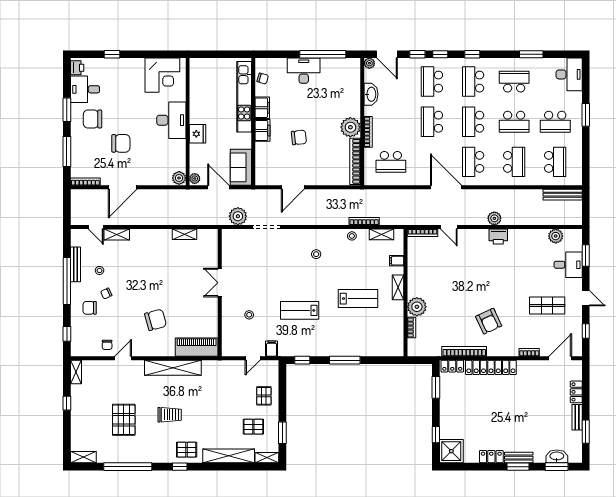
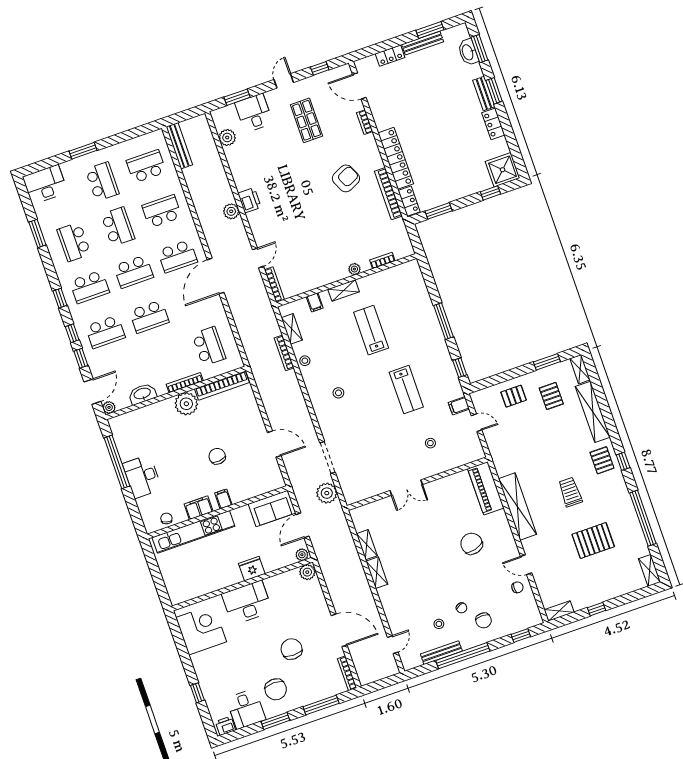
filing cabinet: (262, 130) -> (223, 499), width x0.50
shelving: (117, 235) -> (377, 573), moved
plant: (417, 307) -> (354, 269), width x0.53, depth x0.53
bench: (577, 417) -> (423, 43), width x1.36

